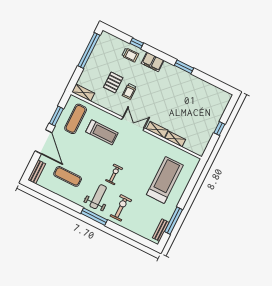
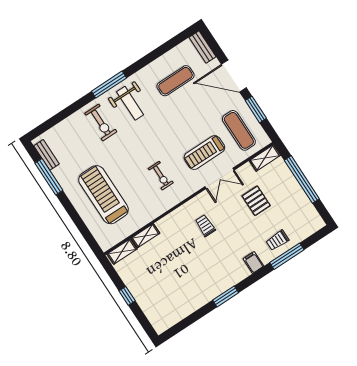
window: (137, 43) -> (287, 256), width x2.17
window: (89, 51) -> (302, 180), moved
filing cabinet: (153, 62) -> (253, 262), width x0.50
trolley: (129, 91) -> (205, 226), moved
double door: (133, 124) -> (219, 178), moved
shelving: (157, 130) -> (122, 251), moved
exercise bike: (114, 174) -> (161, 176), moved
treadmill: (165, 180) -> (104, 195), turned 180

